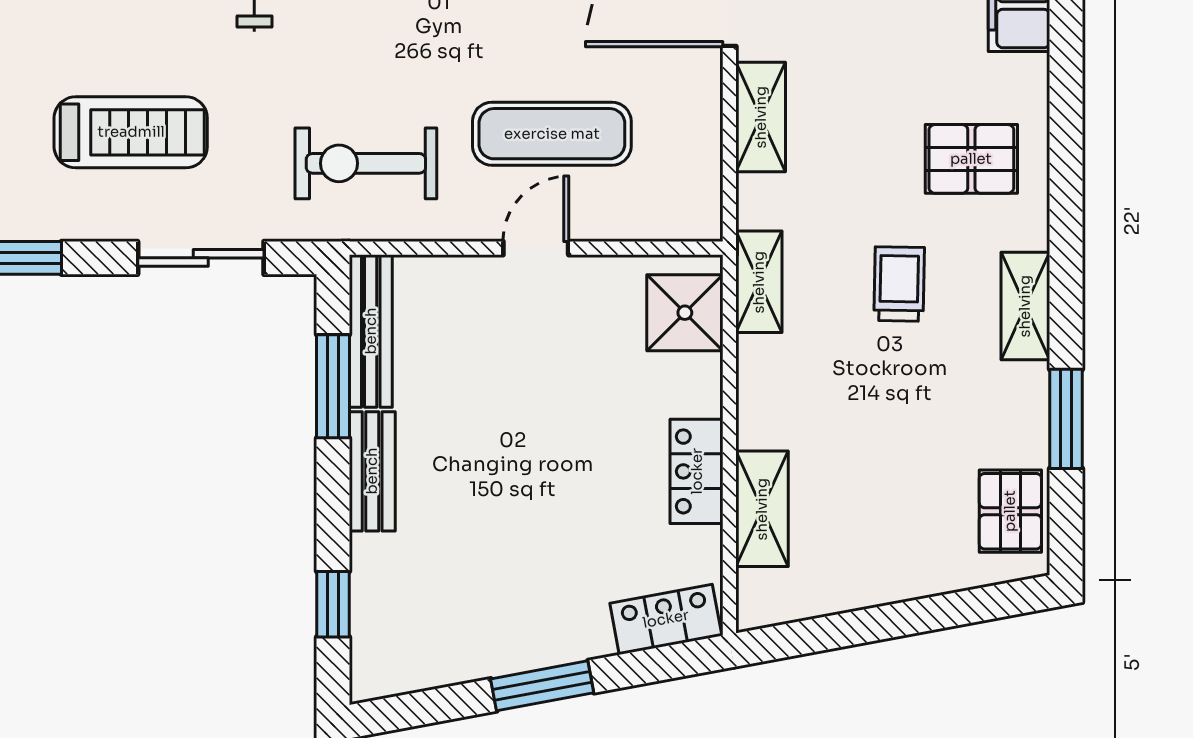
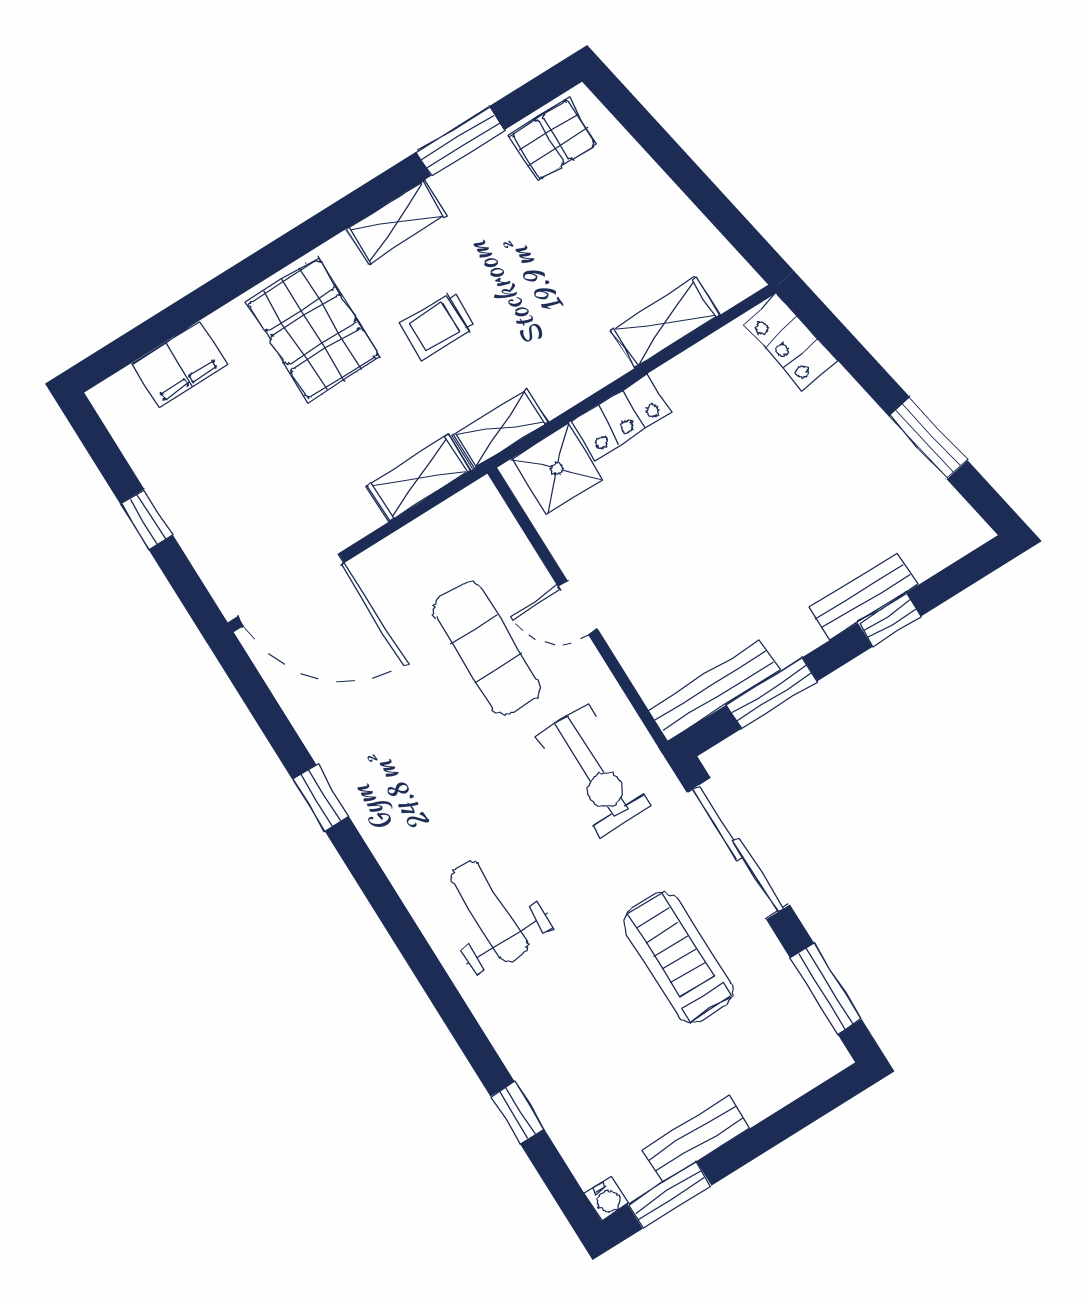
shelving: (761, 117) -> (419, 478), moved
pallet: (971, 159) -> (313, 329), width x1.50, depth x1.42
sliding door: (201, 258) -> (738, 849), width x1.37
bench: (372, 471) -> (863, 596), moved
locker: (697, 471) -> (621, 417), moved
window: (333, 604) -> (889, 620), moved
window: (542, 686) -> (928, 438), moved

